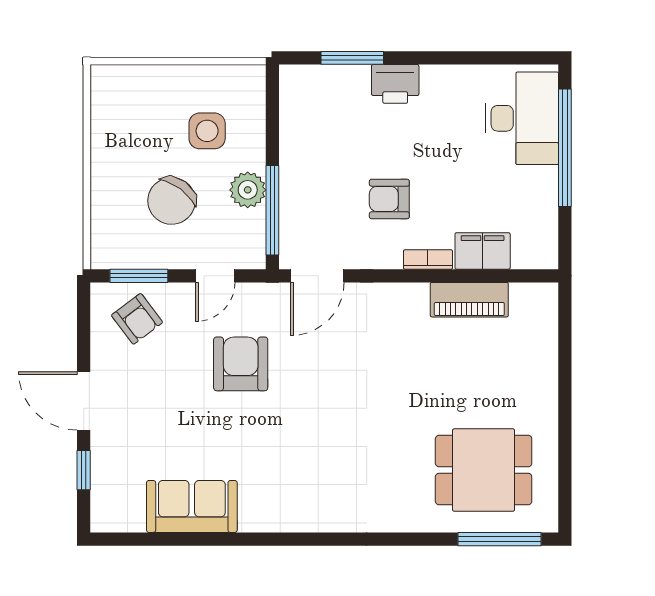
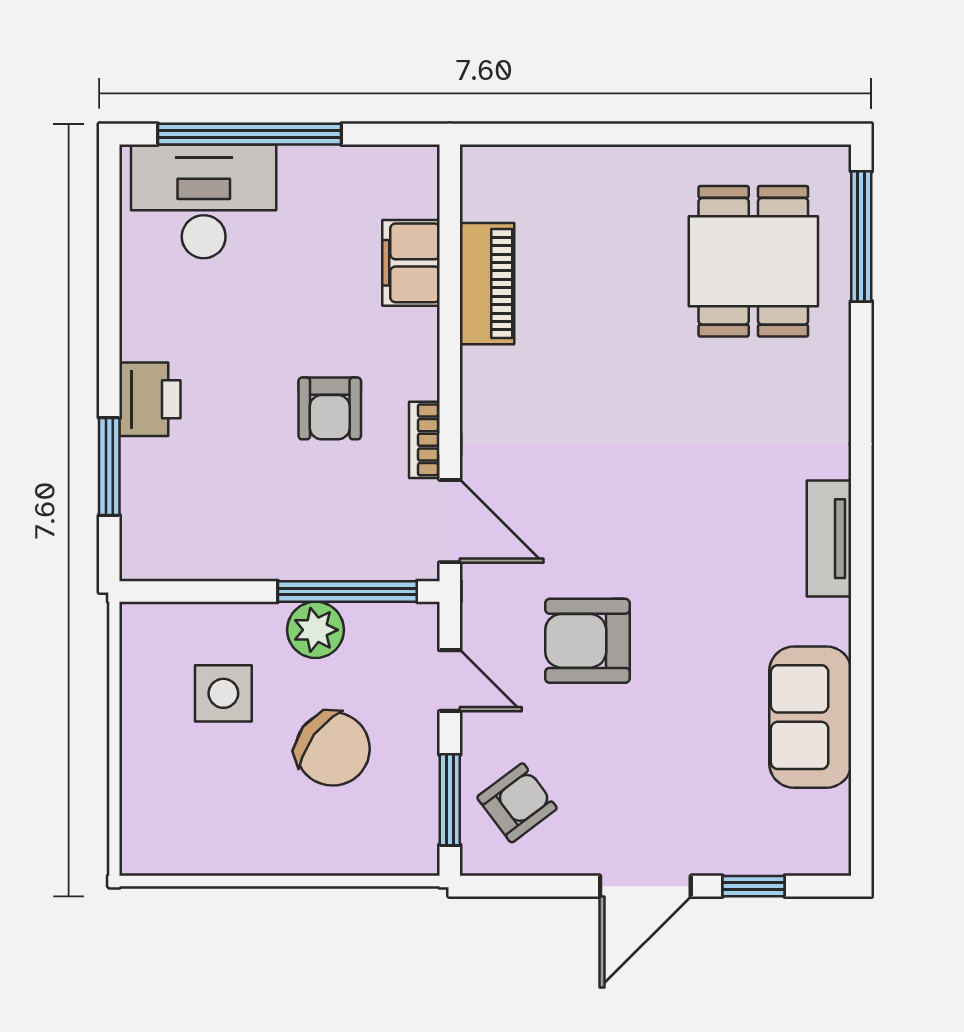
bookcase: (428, 259) -> (424, 440), moved
tv unit: (306, 518) -> (829, 539), added

